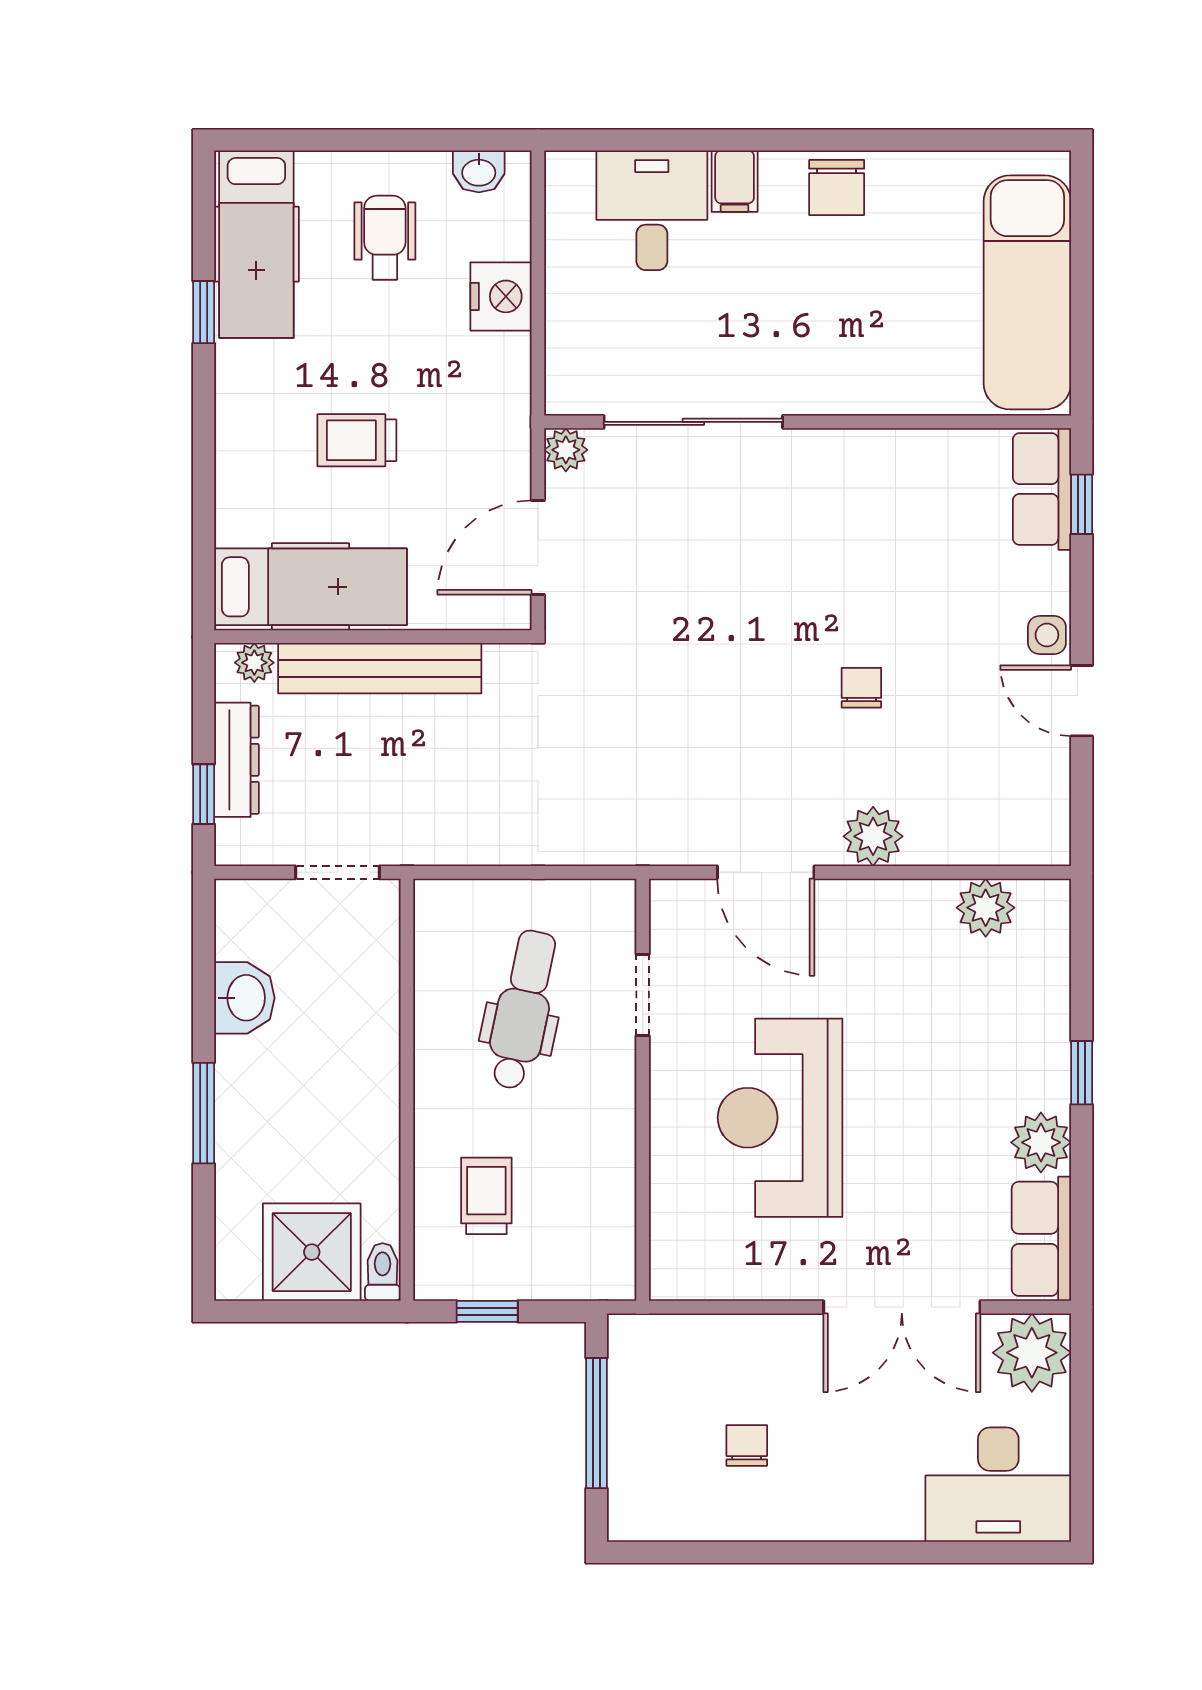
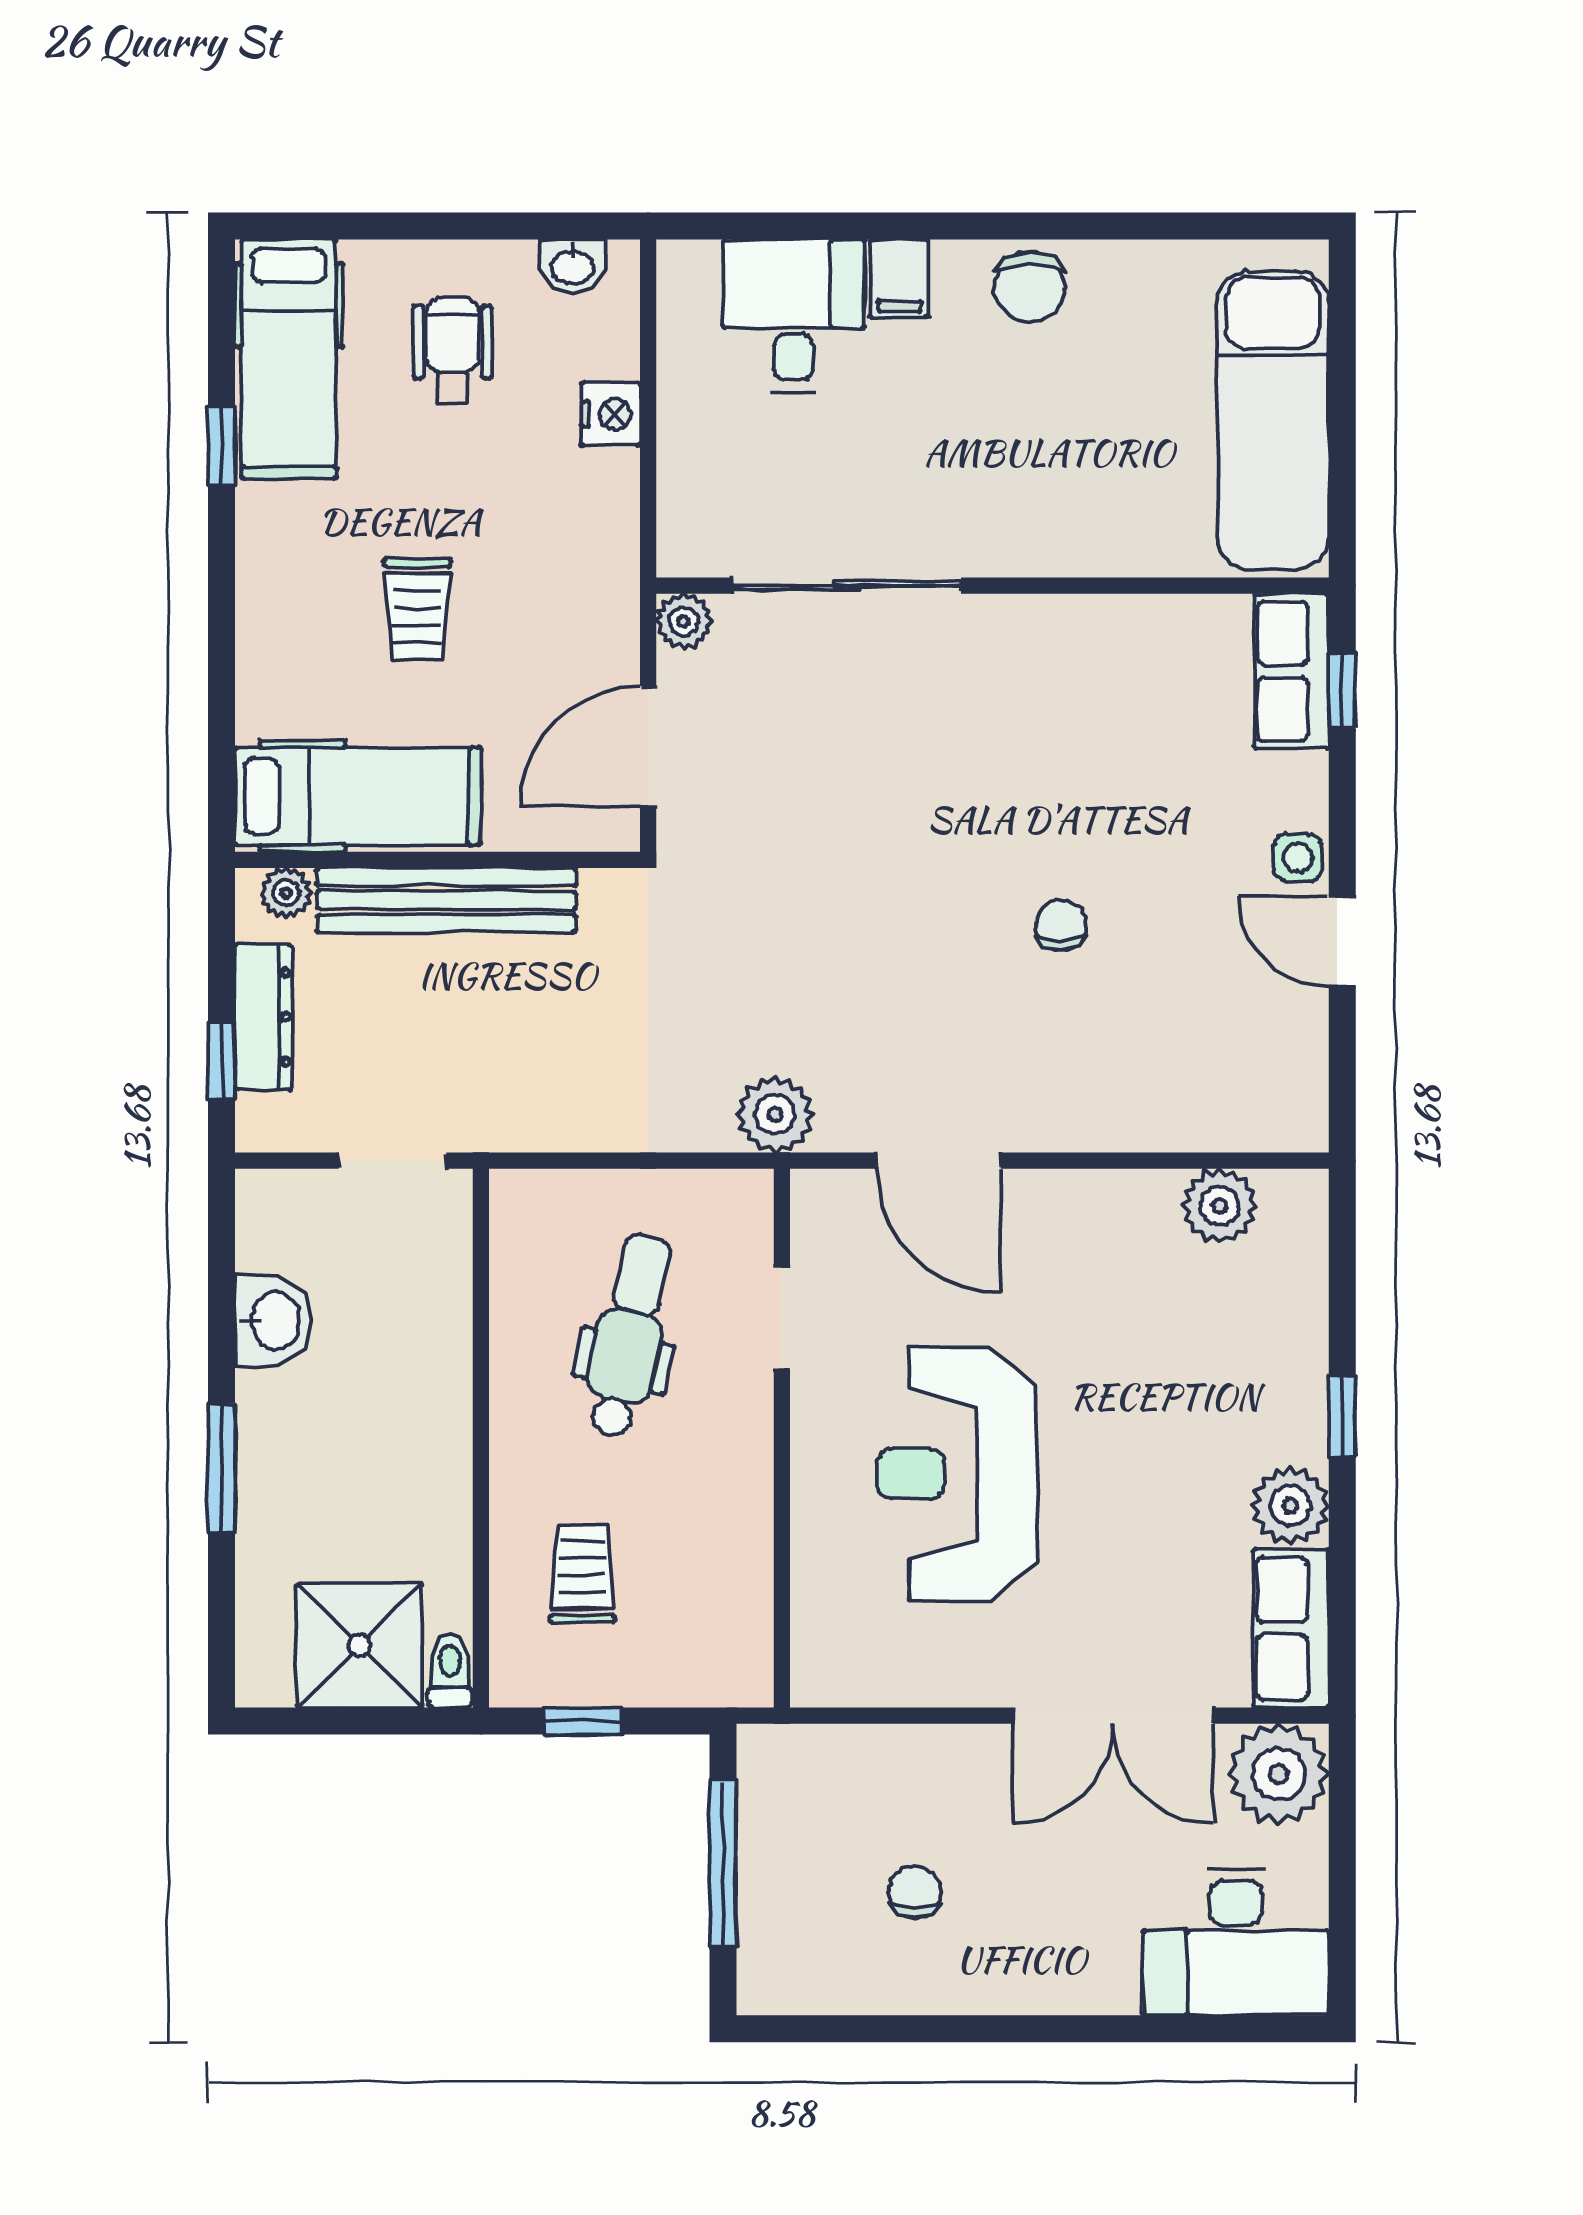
nightstand: (501, 296) -> (611, 414), width x0.74, depth x0.75
trolley: (357, 440) -> (417, 609), turned -90
plant: (873, 836) -> (775, 1115), moved

